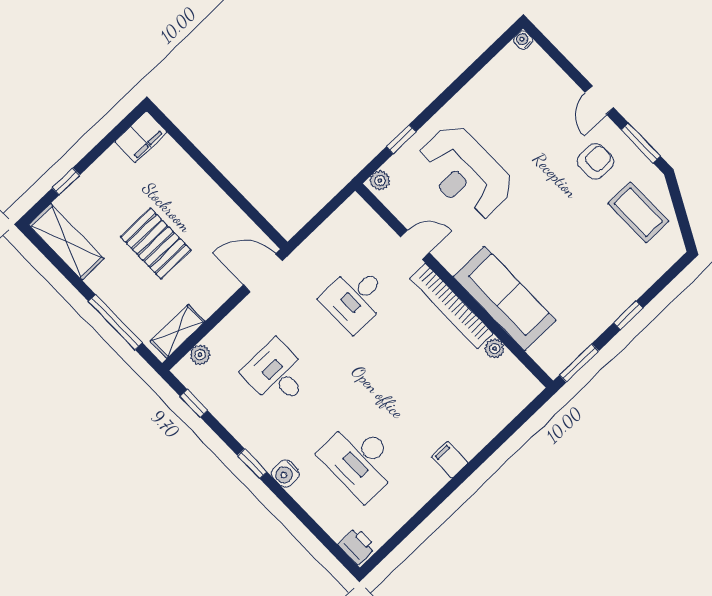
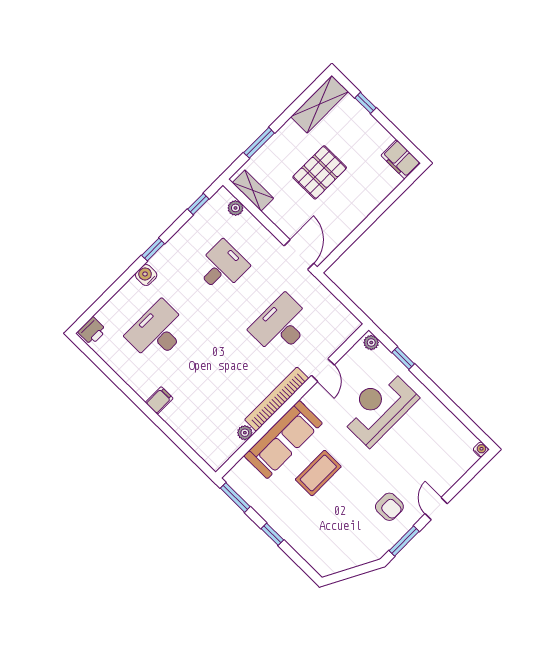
door: (599, 100) -> (436, 509), hinge flipped
coffee table: (638, 212) -> (318, 473), moved
desk: (355, 298) -> (281, 325), width x1.37
window: (115, 322) -> (259, 143), width x0.69

